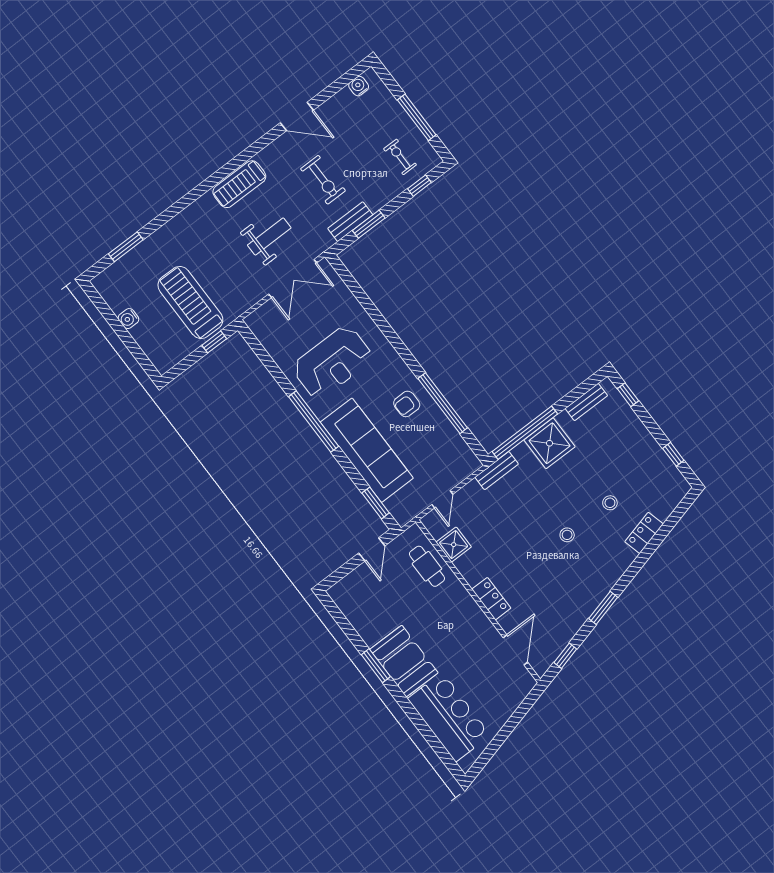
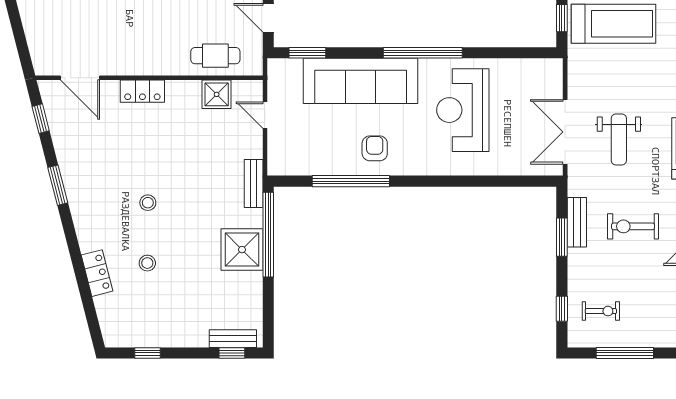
bench: (586, 402) -> (233, 339), moved, turned 90

